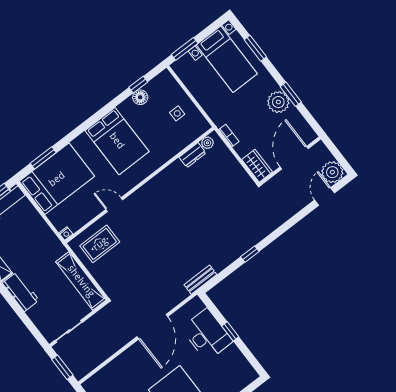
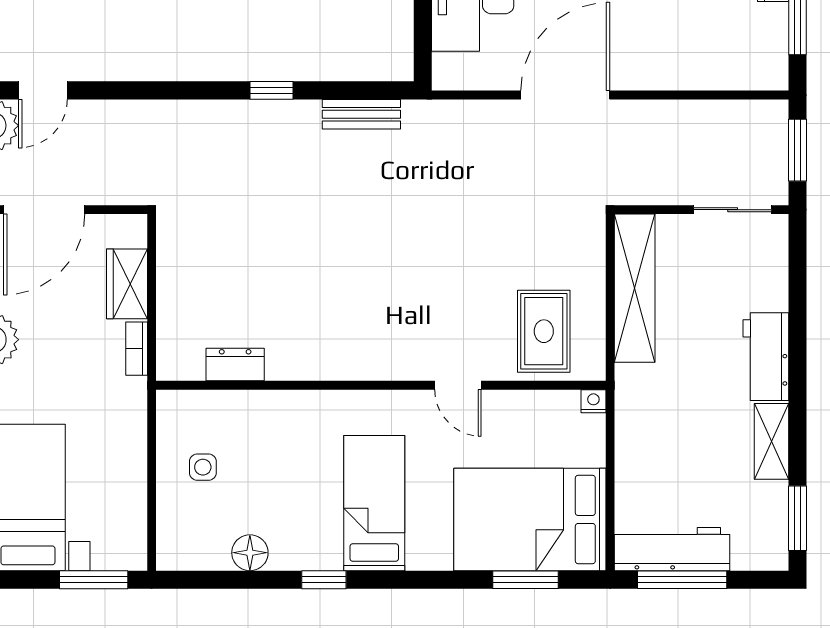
window: (138, 85) -> (324, 580), moved
bed: (117, 141) -> (374, 503), width x0.67
plant: (207, 143) -> (188, 366), removed
wardrobe: (257, 166) -> (127, 284), moved
rug: (100, 244) -> (544, 331), turned 90
bench: (200, 280) -> (361, 114), moved

